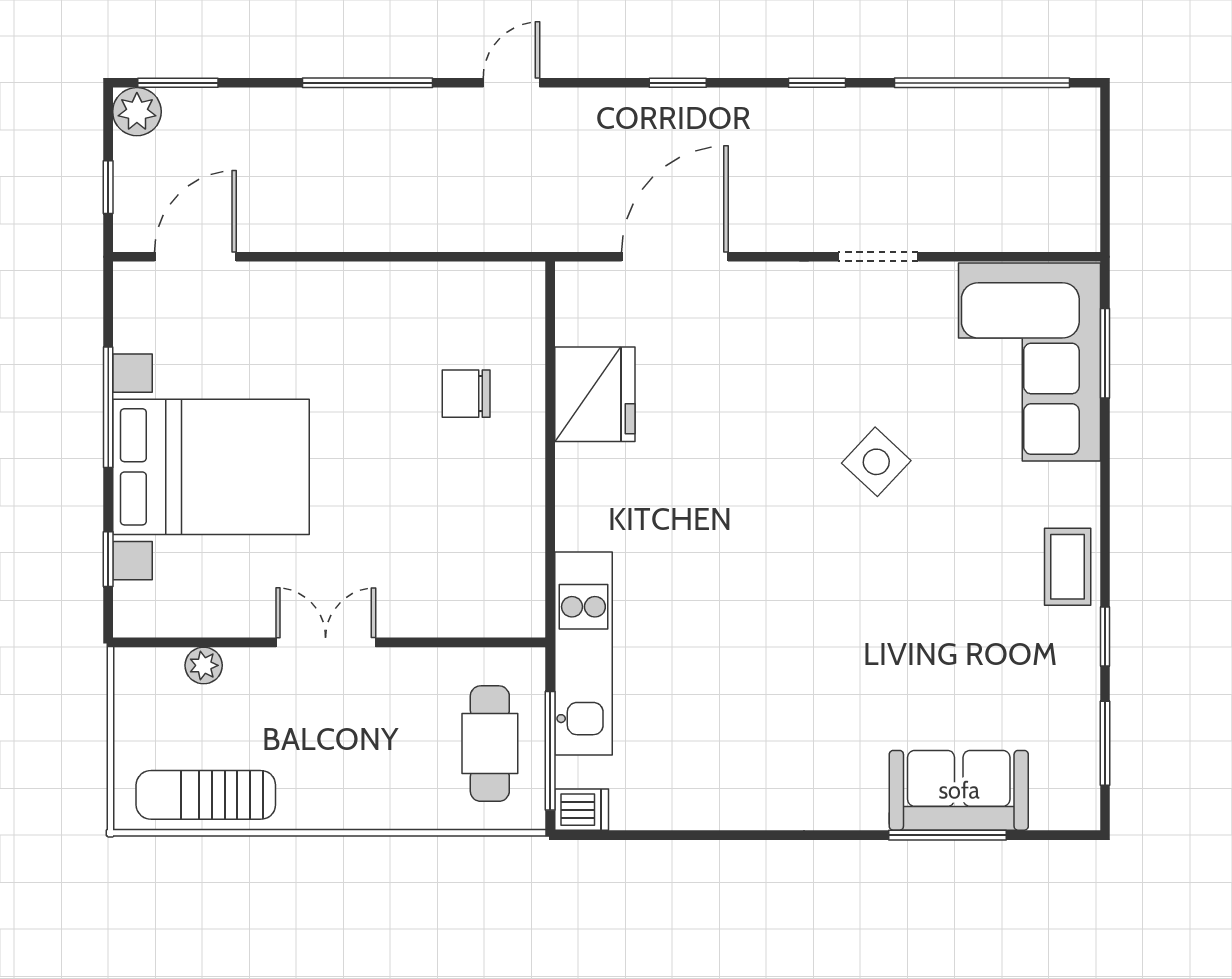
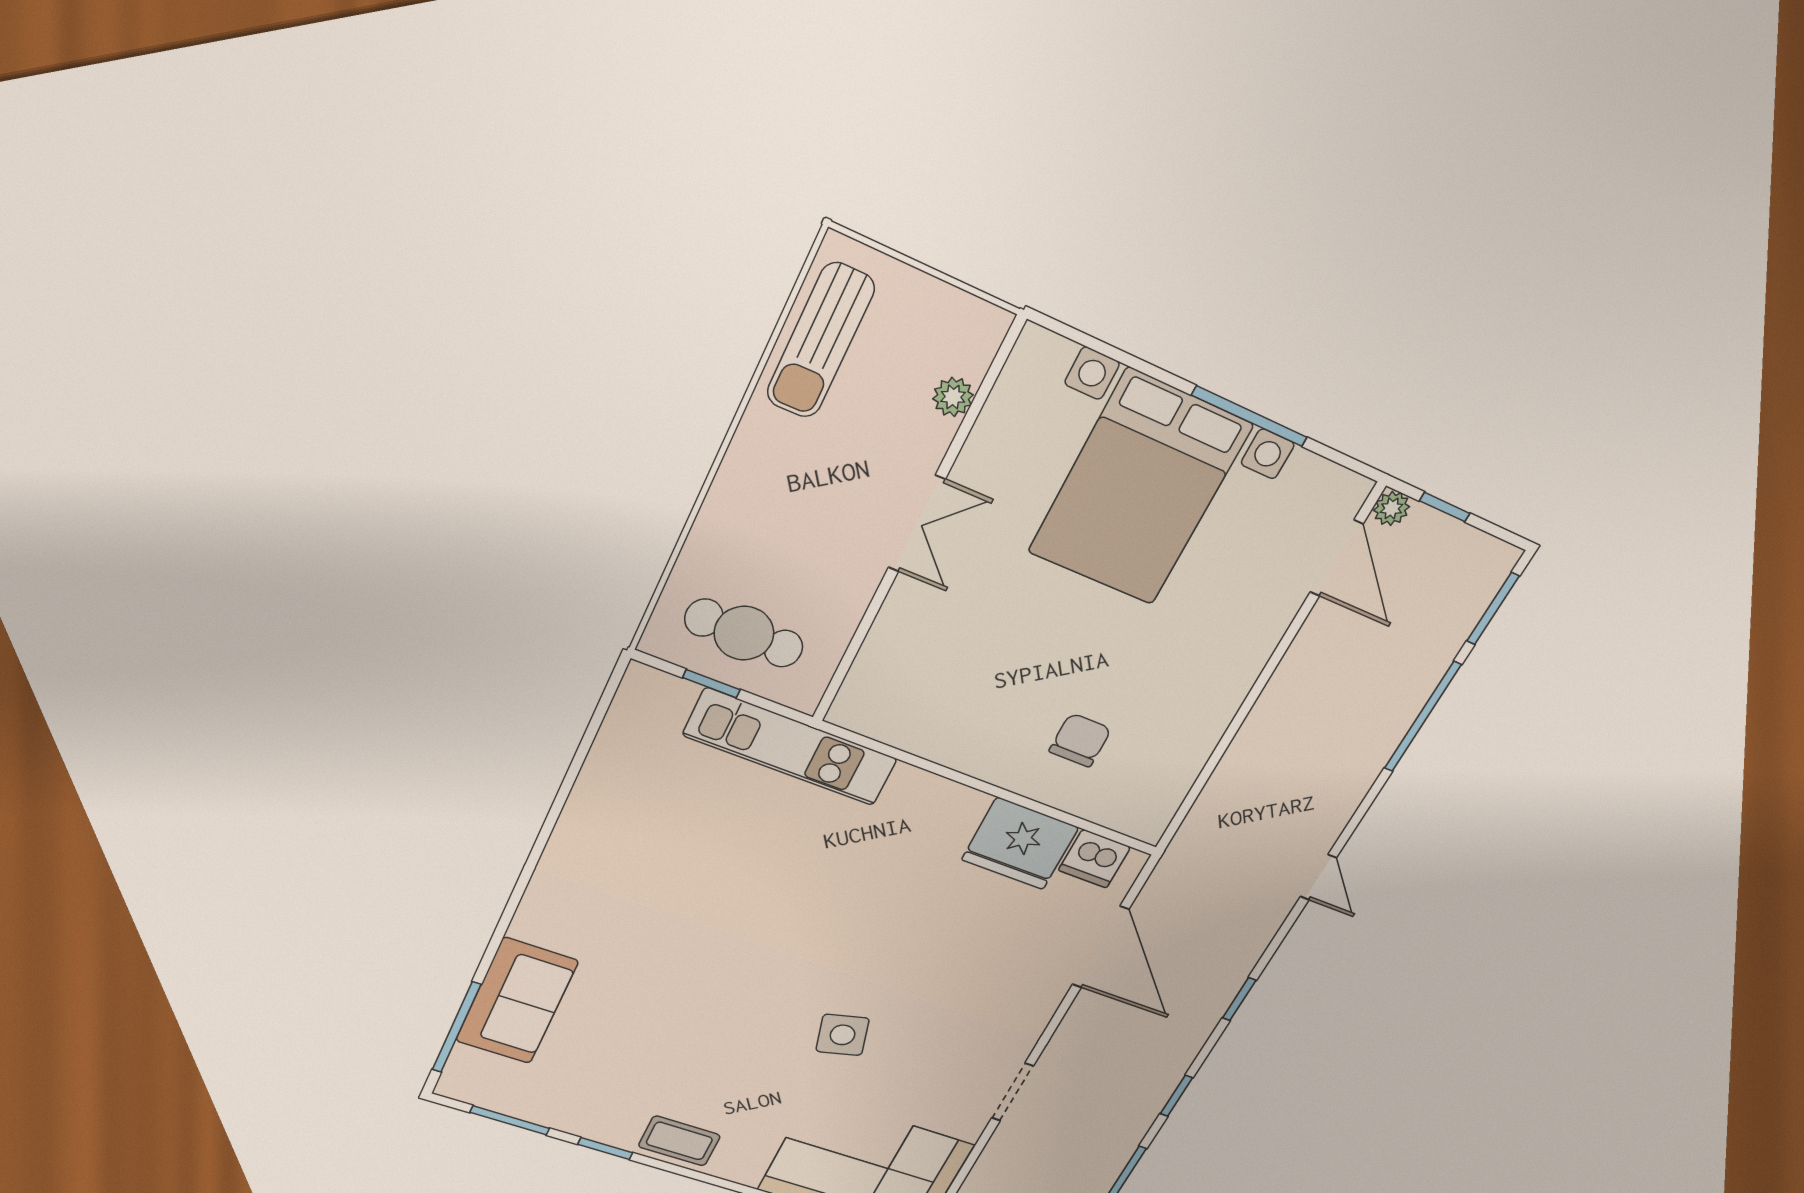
window: (367, 83) -> (1423, 717), moved
plant: (137, 112) -> (1392, 508), moved, width x0.73, depth x0.73
side table: (876, 462) -> (843, 1035), turned 32
window: (108, 559) -> (1106, 350), removed
window: (550, 751) -> (711, 684), width x0.46
sun lounger: (206, 795) -> (820, 341), turned 180
dishwasher: (582, 810) -> (1095, 859), moved, width x1.38
window: (947, 835) -> (457, 1027), moved

